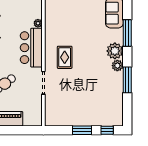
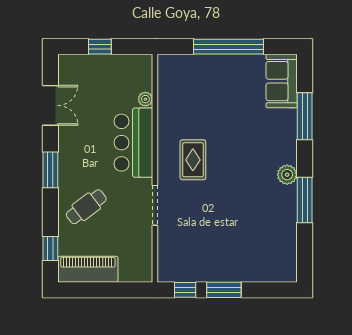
plant: (115, 51) -> (282, 148), removed
window: (107, 130) -> (185, 290), moved

